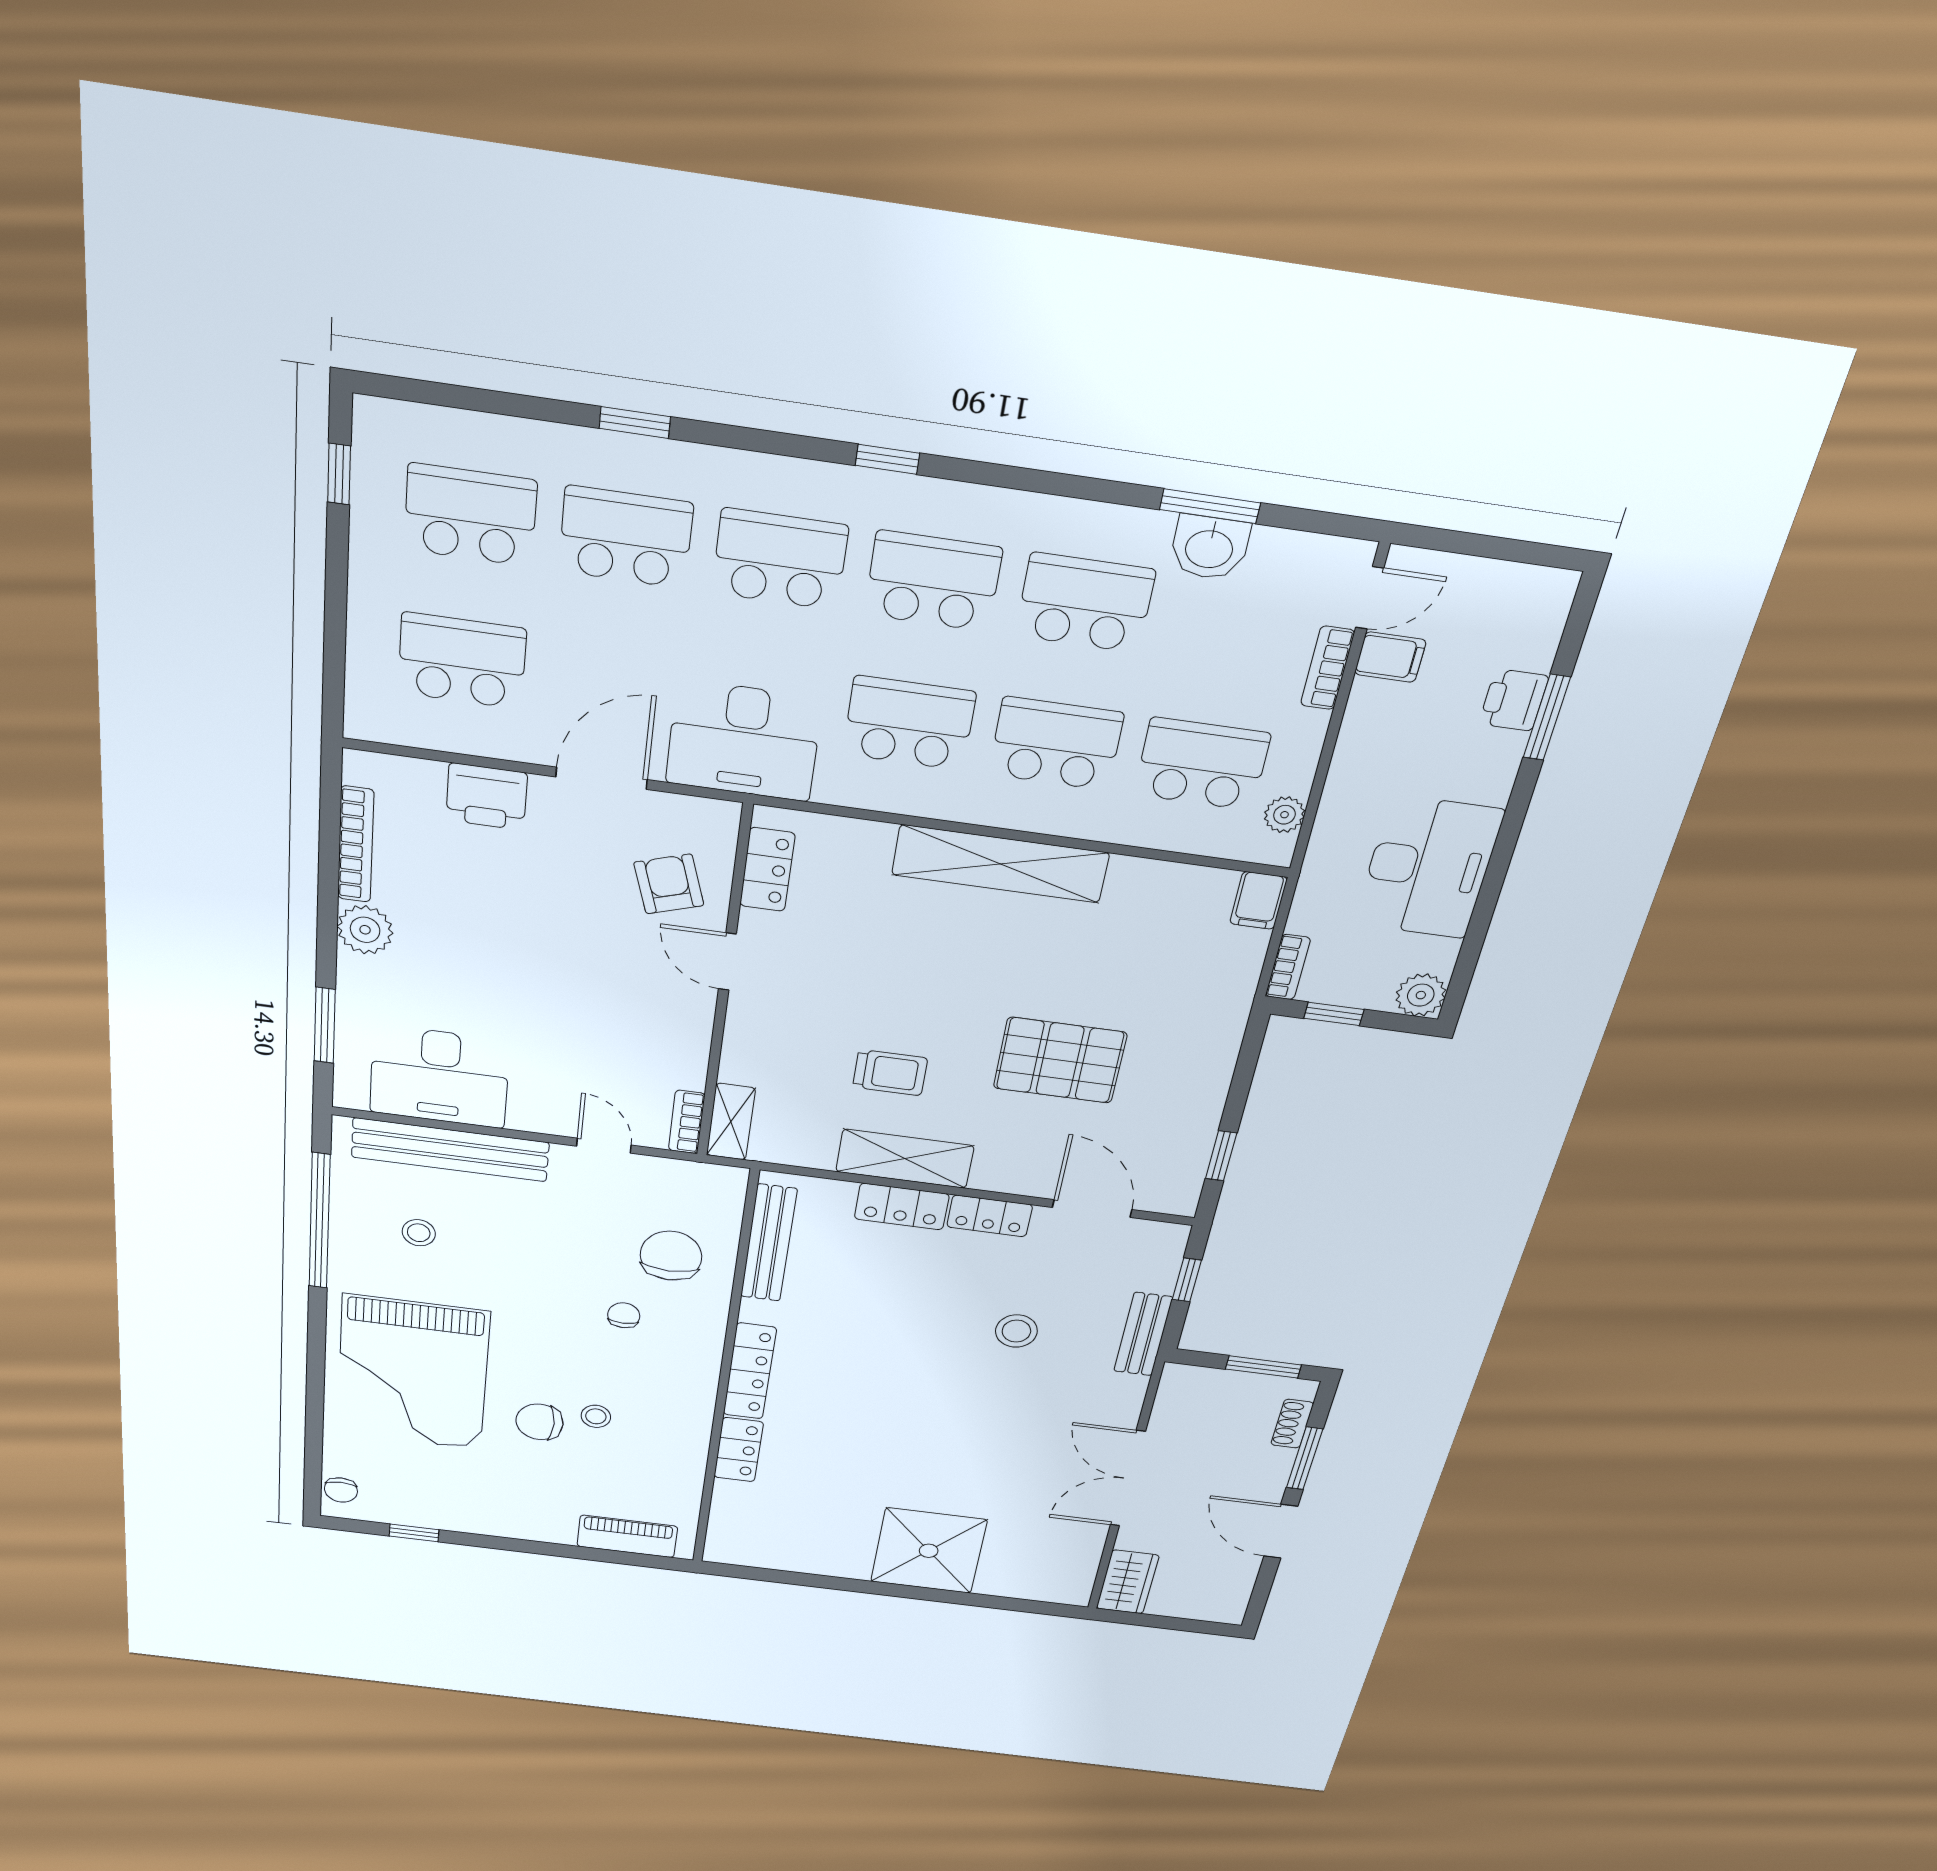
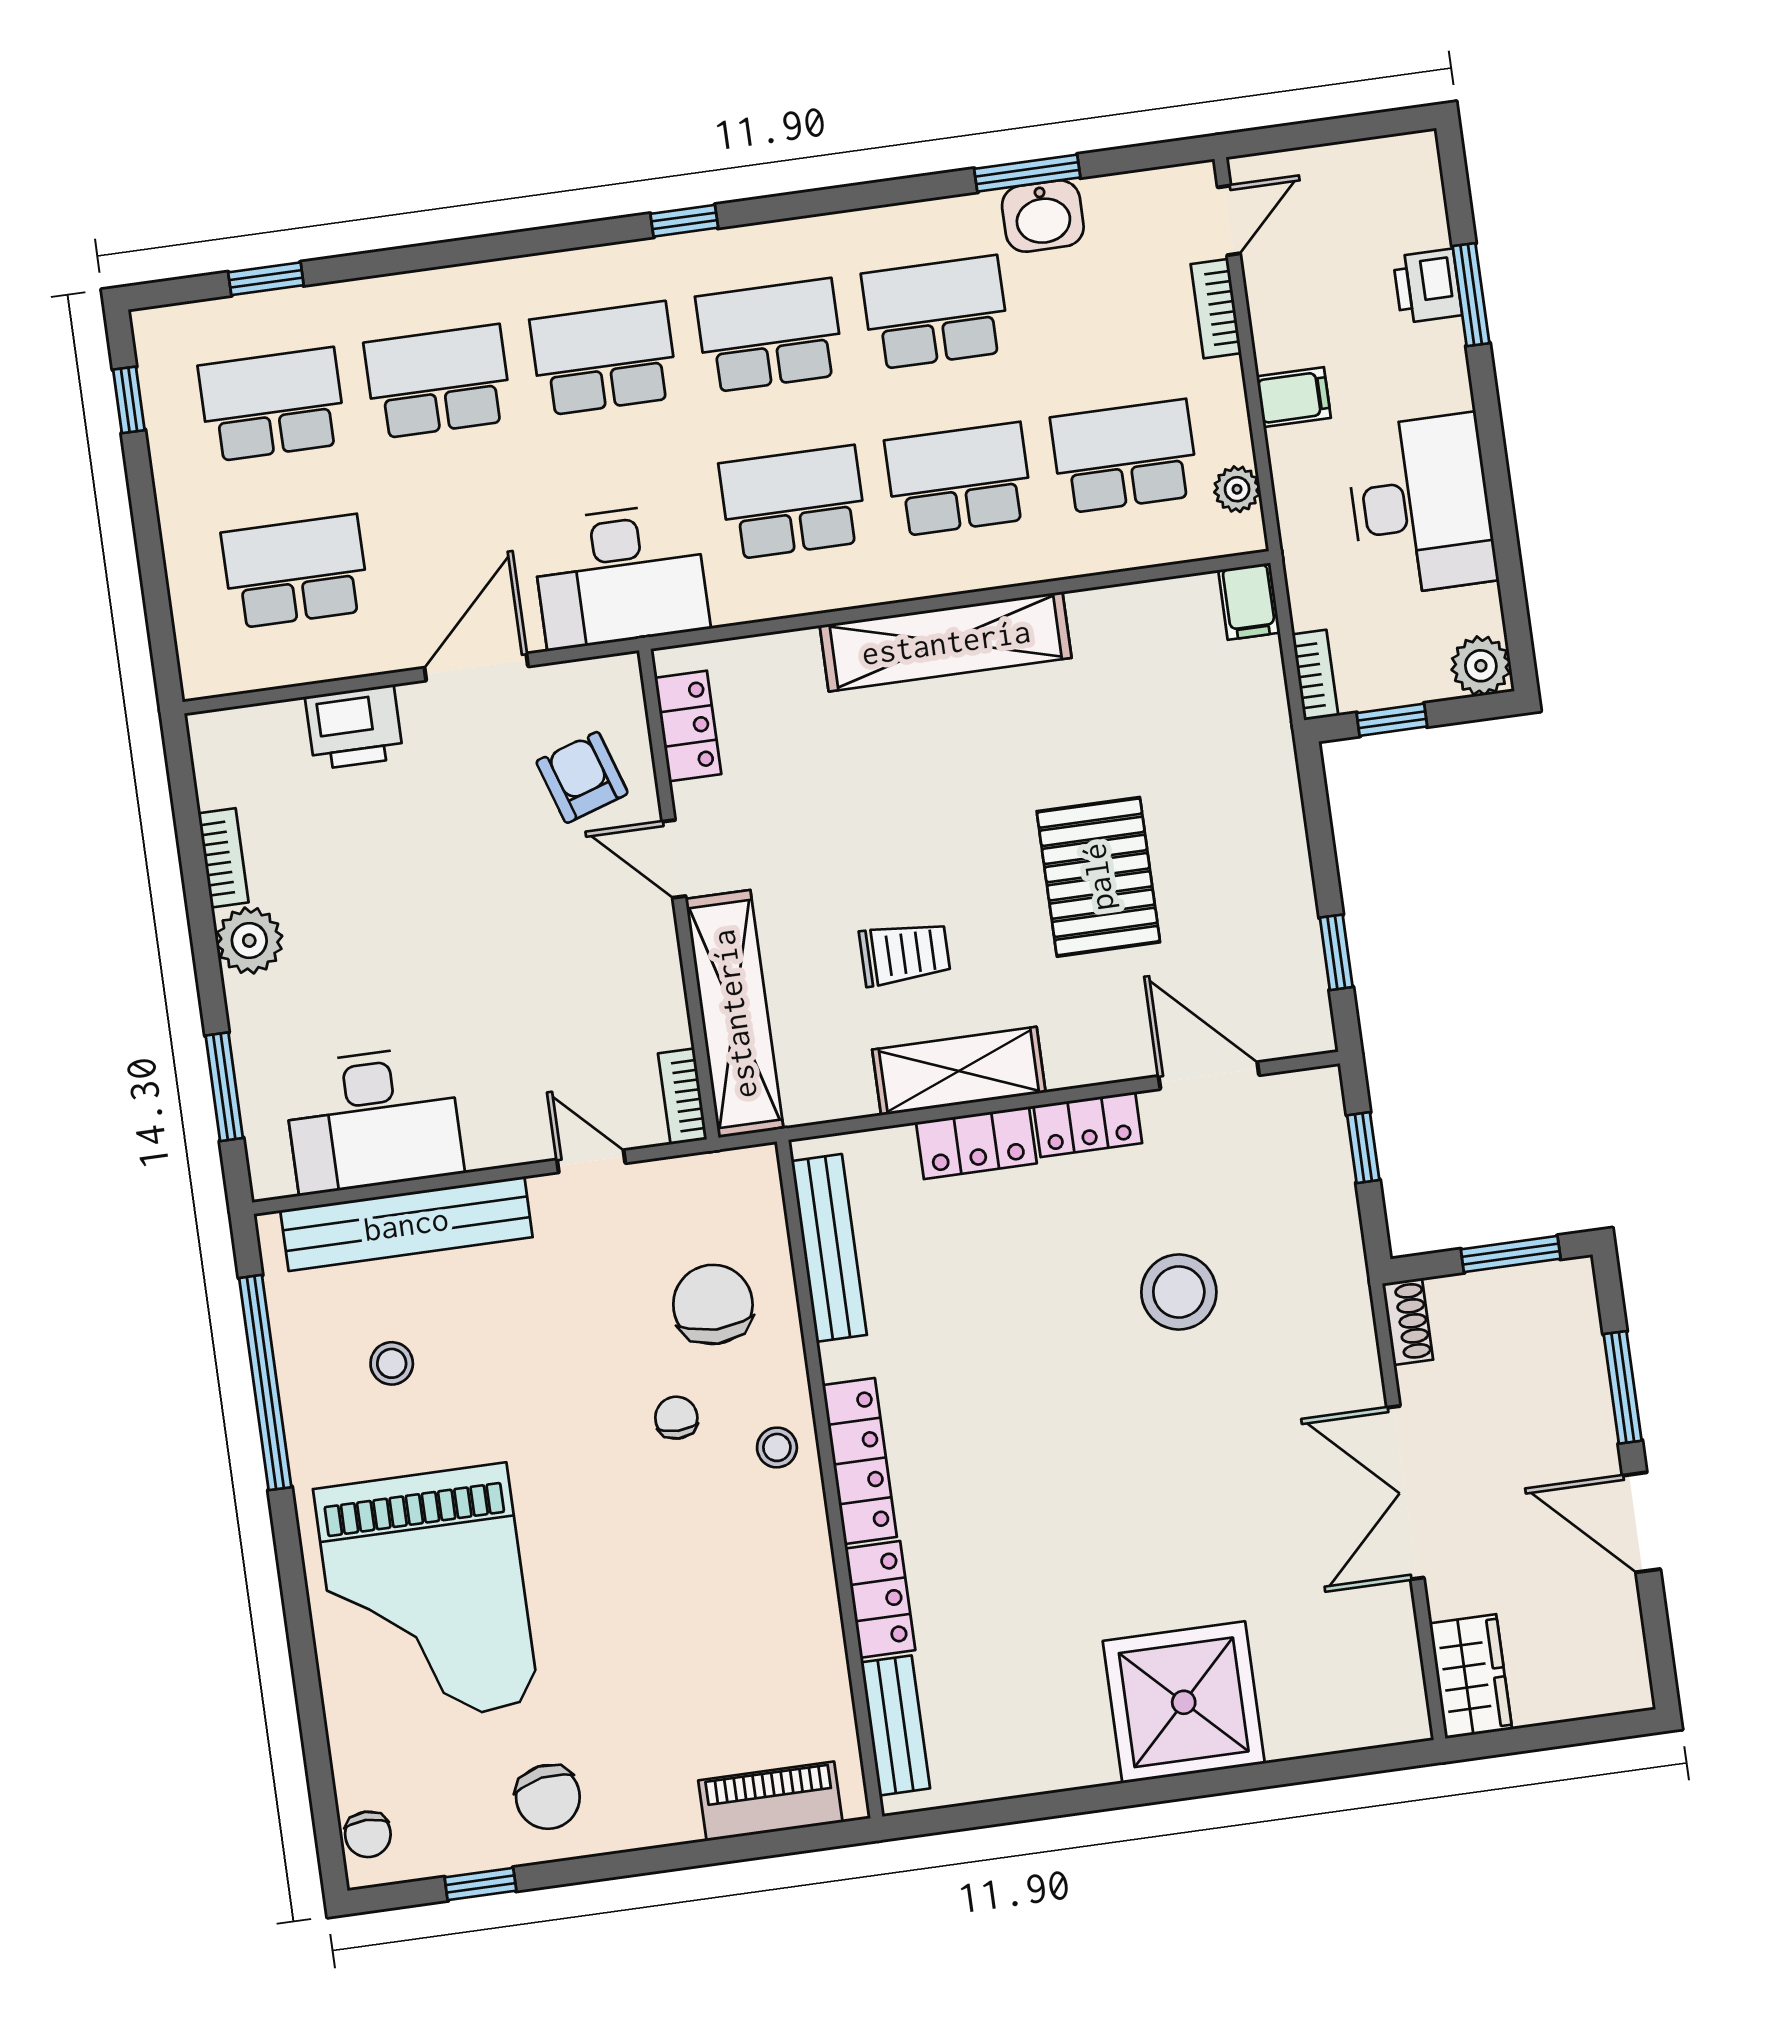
window: (635, 423) -> (266, 279), moved
filing cabinet: (1390, 657) -> (1294, 397), moved
bookcase: (356, 844) -> (223, 858), width x0.64
pallet: (1060, 1060) -> (1098, 877), turned 90
shelving: (731, 1122) -> (734, 1014), width x2.20, depth x1.33
stool: (1016, 1331) -> (1179, 1292), width x1.38, depth x1.38
bench: (1143, 1334) -> (895, 1725), moved
stool: (596, 1416) -> (777, 1447), moved
chair: (539, 1422) -> (548, 1797), moved, turned -100
shoe rack: (1292, 1424) -> (1408, 1322), moved, turned 180

